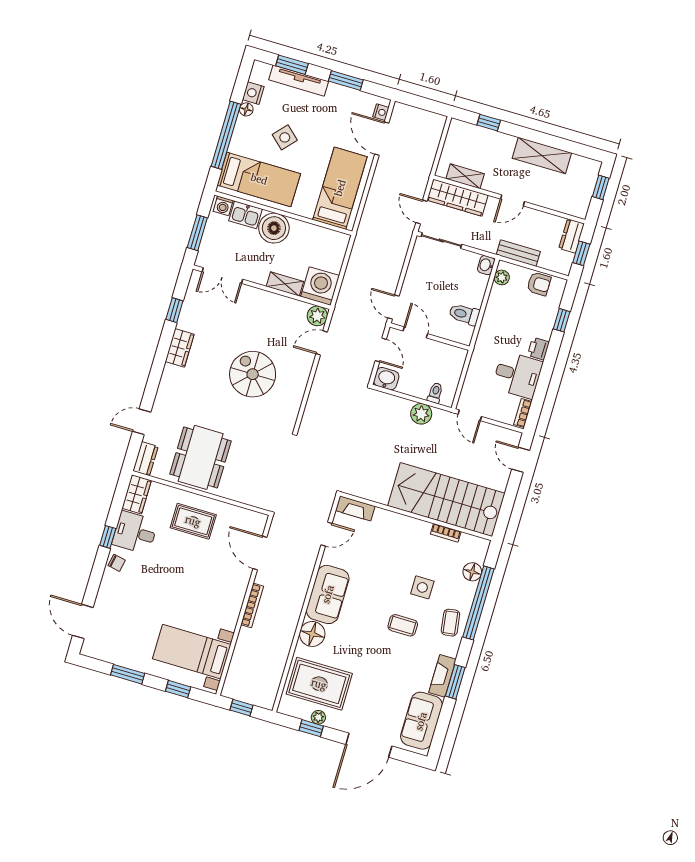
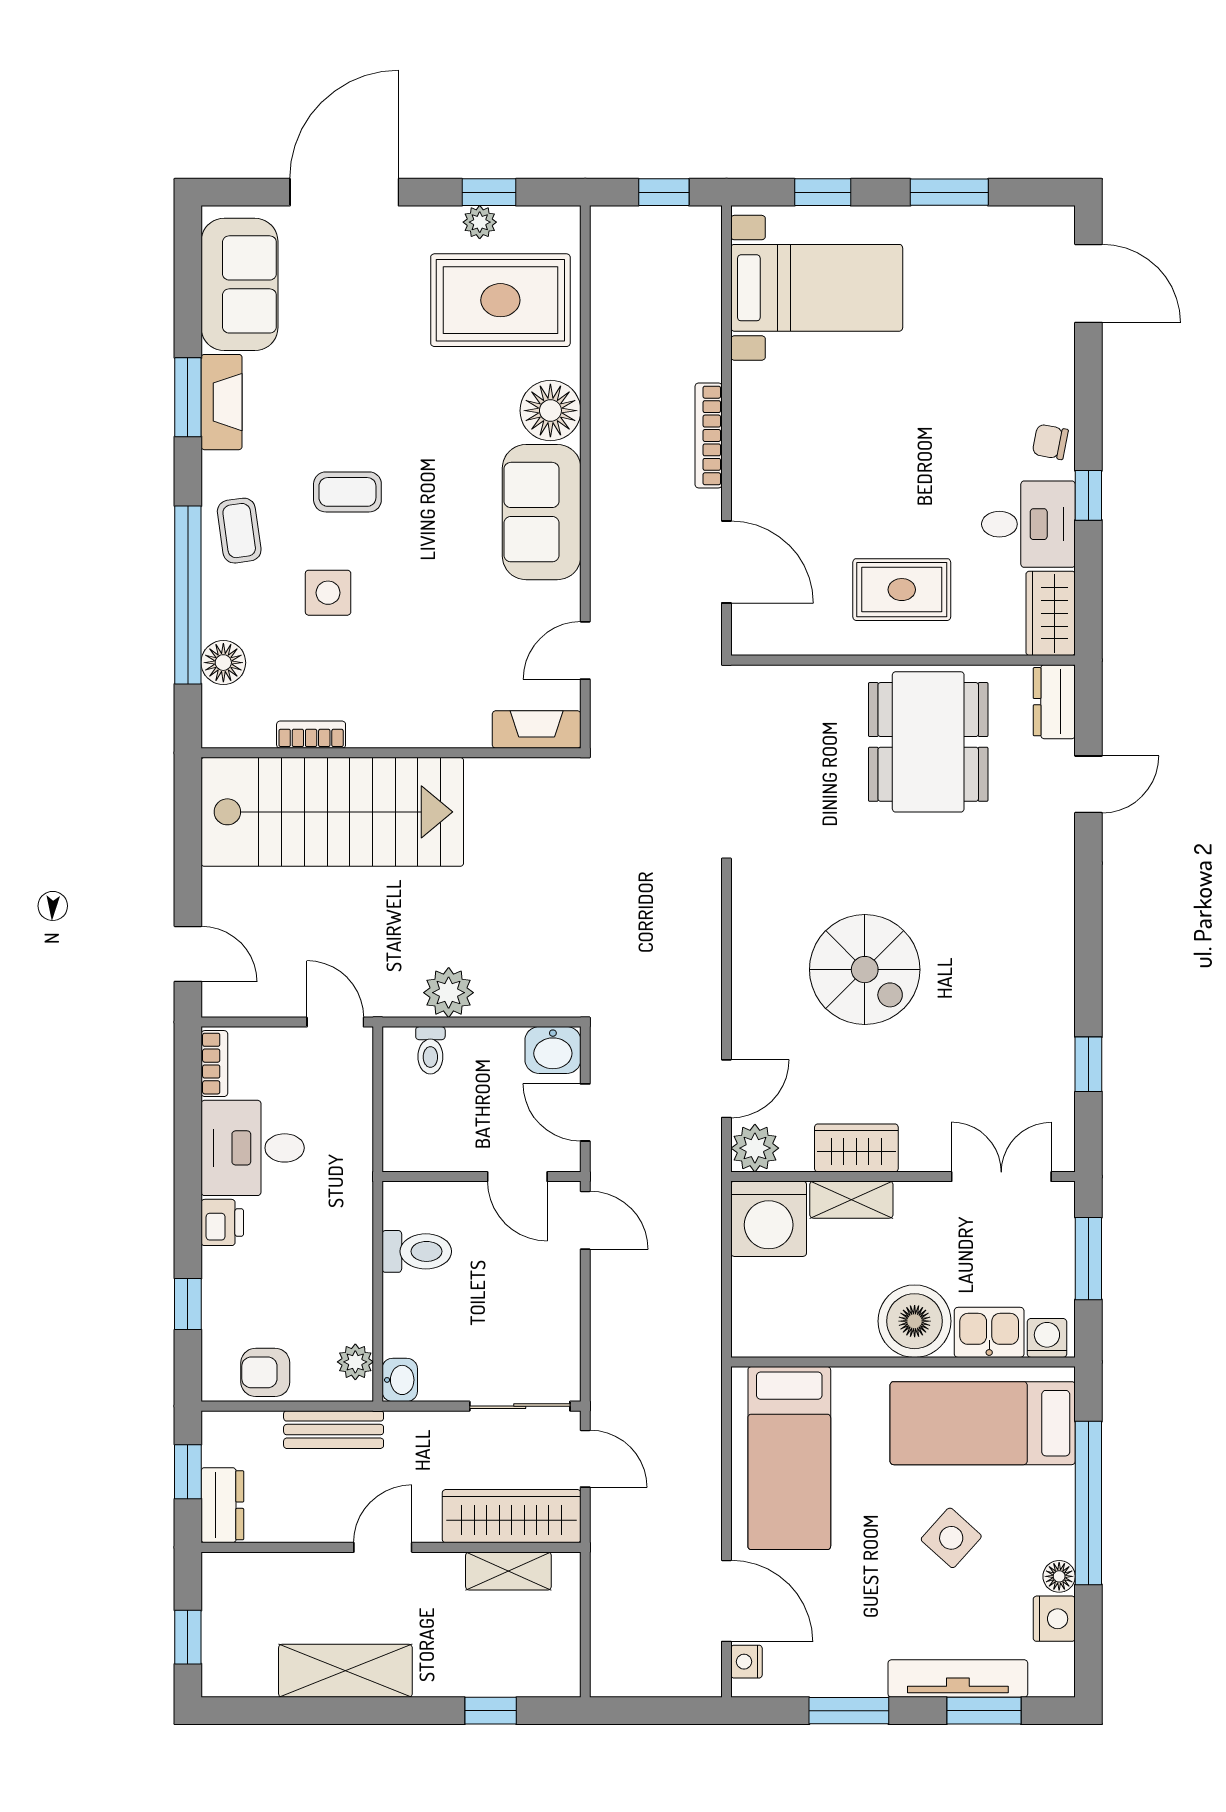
wardrobe: (180, 348) -> (856, 1148), moved, turned 90

